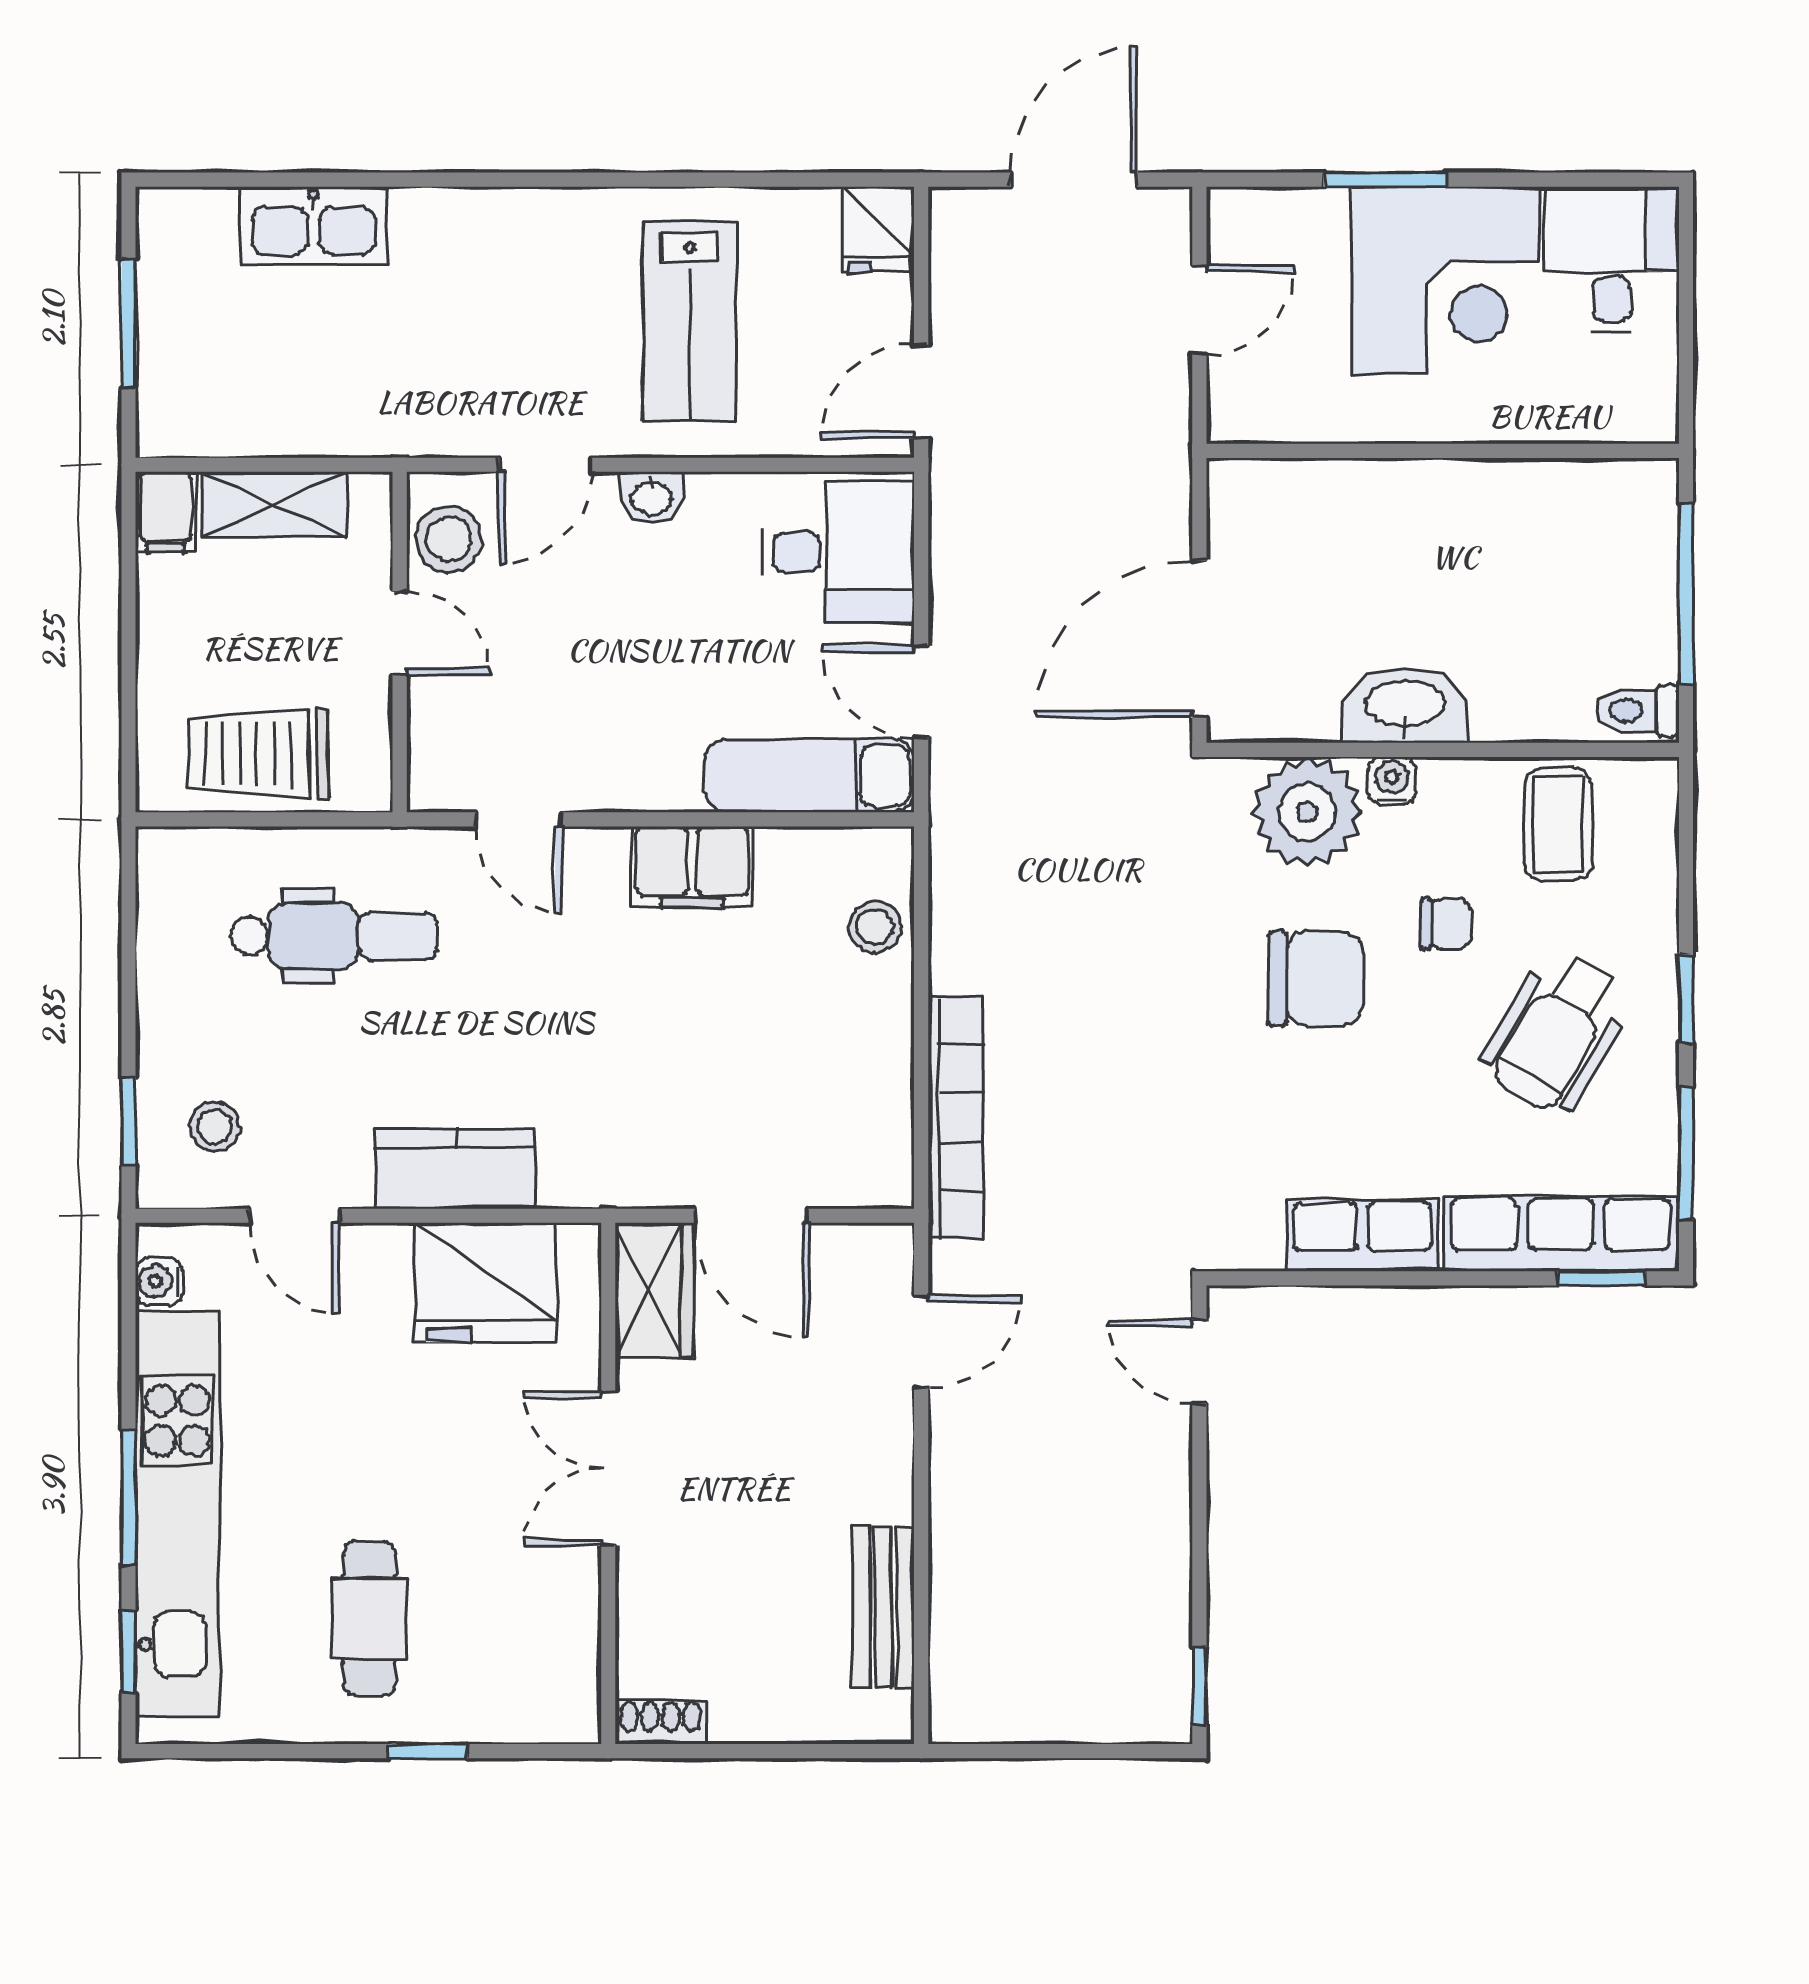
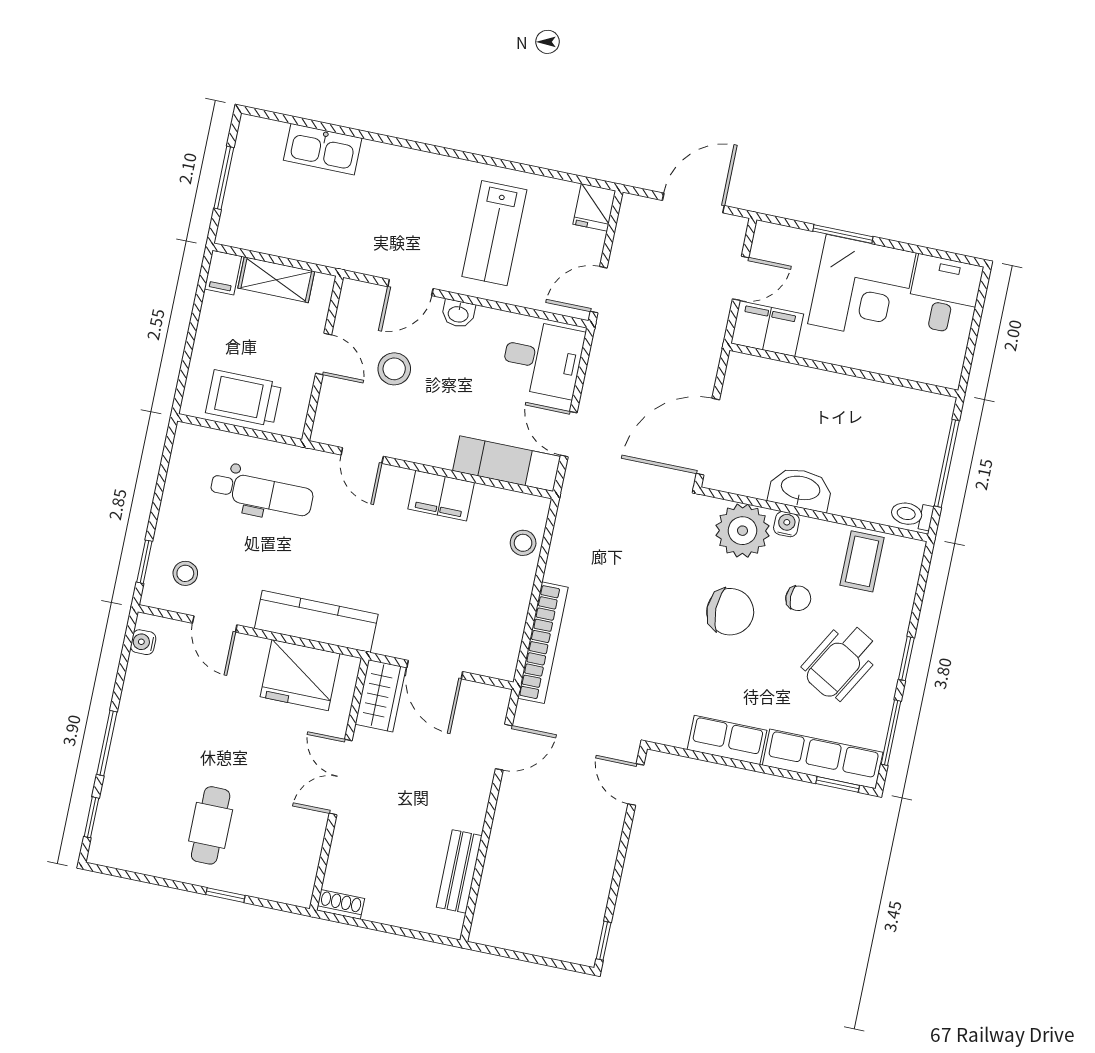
filing cabinet: (1273, 400) -> (767, 329), added
stool: (449, 539) -> (394, 369), moved
kitchen counter: (455, 1169) -> (316, 621), width x1.50
kitchen unit: (177, 1514) -> (129, 756), removed

